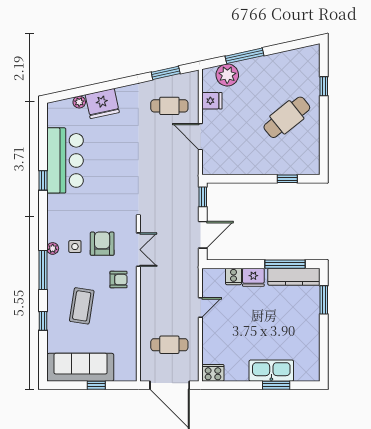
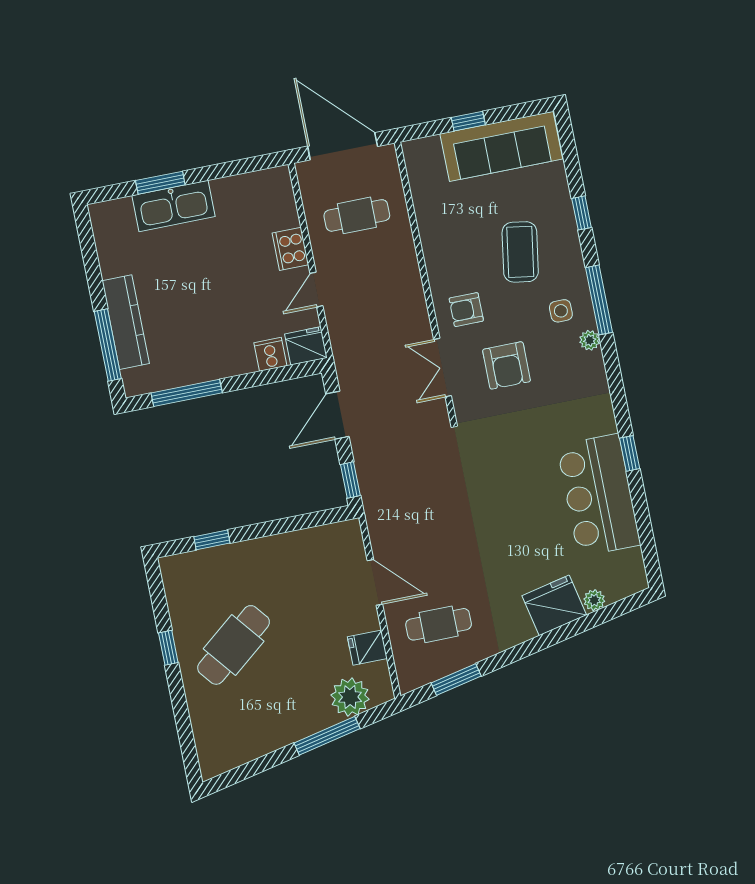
window: (324, 86) -> (168, 648), moved
side table: (75, 247) -> (561, 311), moved
fridge: (253, 277) -> (306, 346), moved
kitchen counter: (294, 277) -> (126, 322), moved, turned 90
window: (324, 300) -> (108, 345), width x1.44
cooker: (213, 373) -> (290, 249), moved, turned 90

